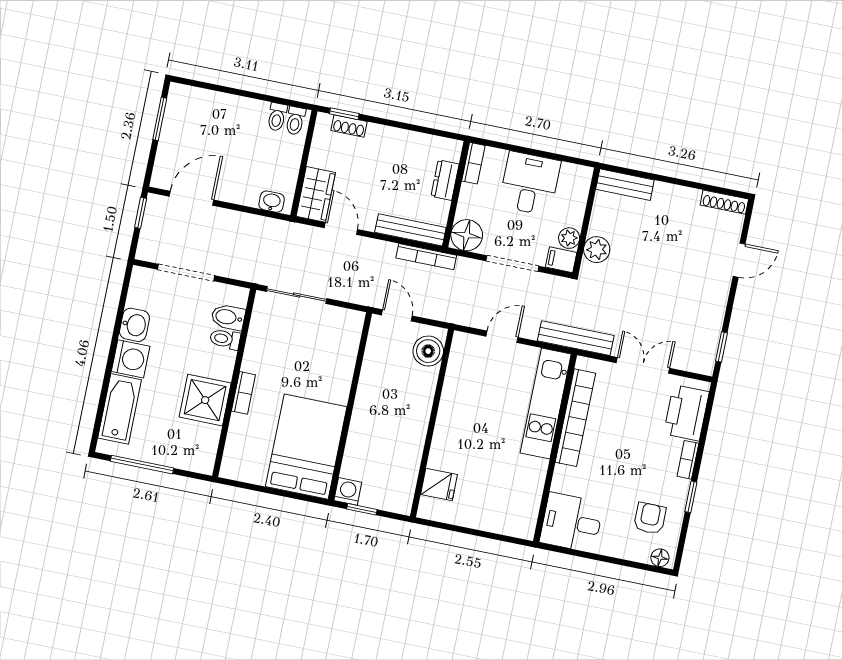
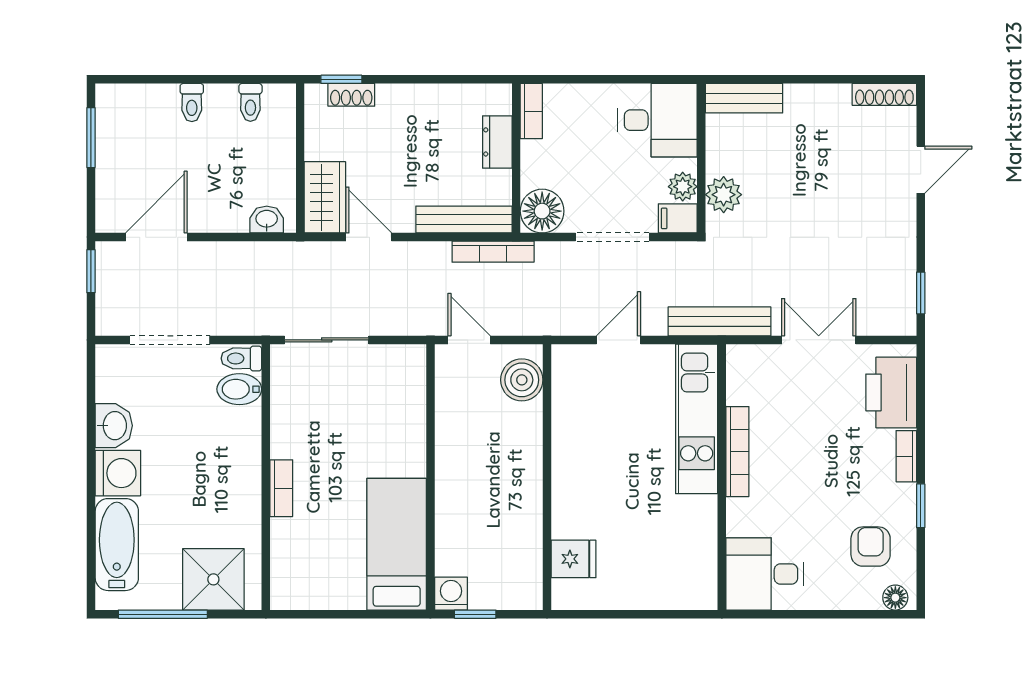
toilet: (295, 121) -> (192, 103), moved
desk: (530, 183) -> (658, 120), moved, turned 90
toilet: (225, 339) -> (241, 358), moved
shower: (205, 400) -> (213, 579), moved
bookcase: (575, 418) -> (737, 452), width x0.68, depth x0.76
bed: (306, 447) -> (397, 544), width x0.67

